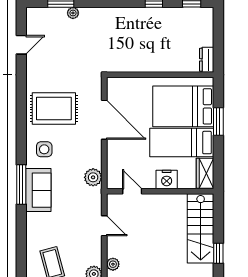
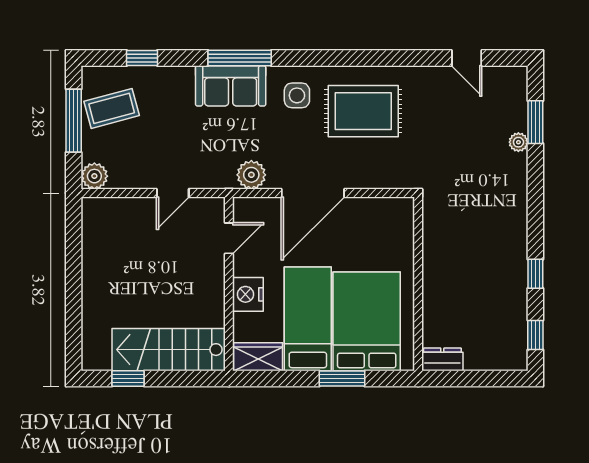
rug: (54, 109) -> (363, 111), turned 90
door: (104, 120) -> (313, 193), moved
window: (21, 245) -> (142, 58), added
plant: (113, 264) -> (110, 207), removed

